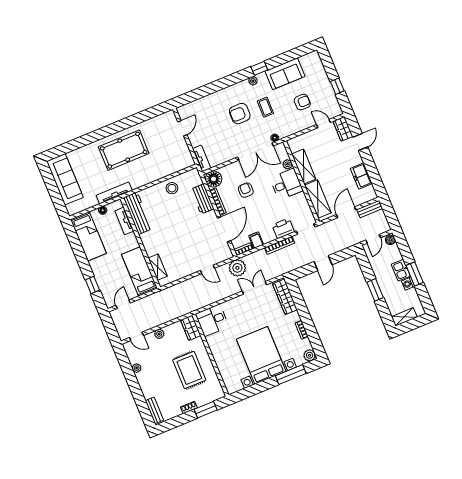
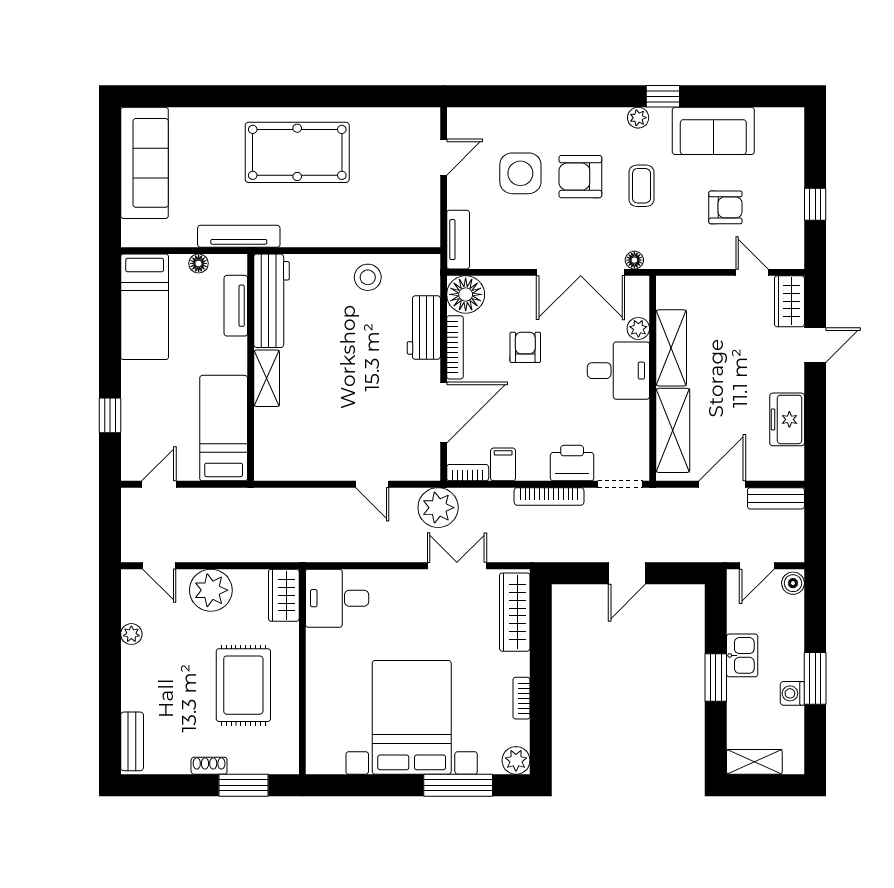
side table: (215, 122) -> (520, 173), added
shelving: (158, 267) -> (267, 378), moved
kitchen sink: (401, 270) -> (742, 655), moved, turned 180
plant: (159, 334) -> (211, 590), width x1.88, depth x1.88

